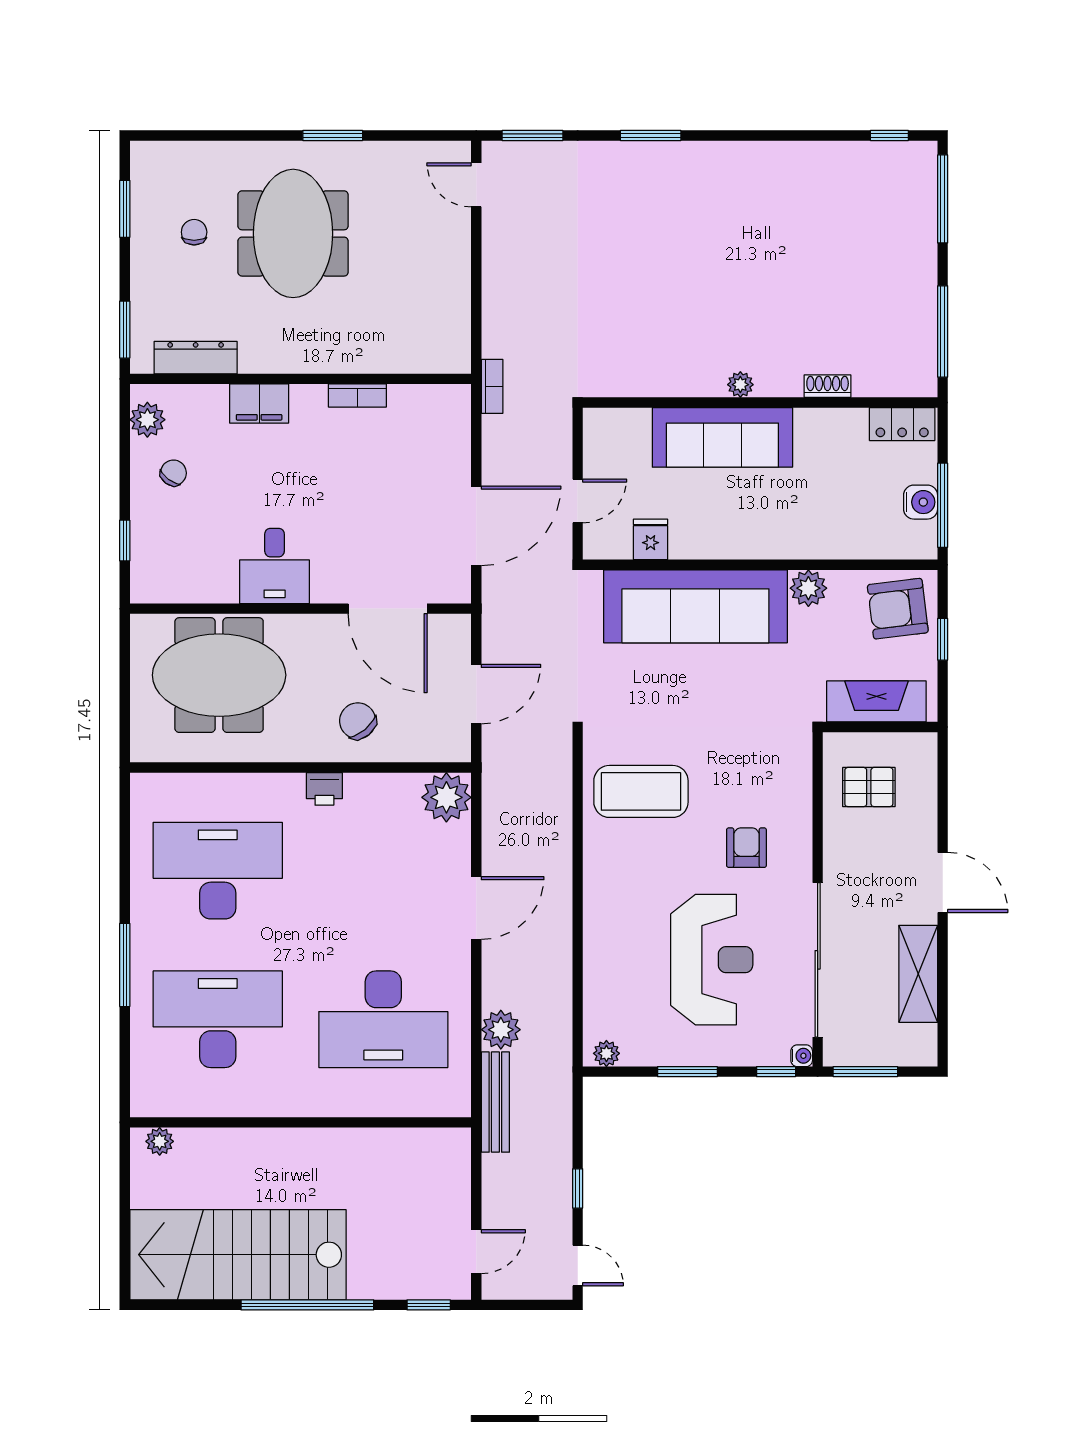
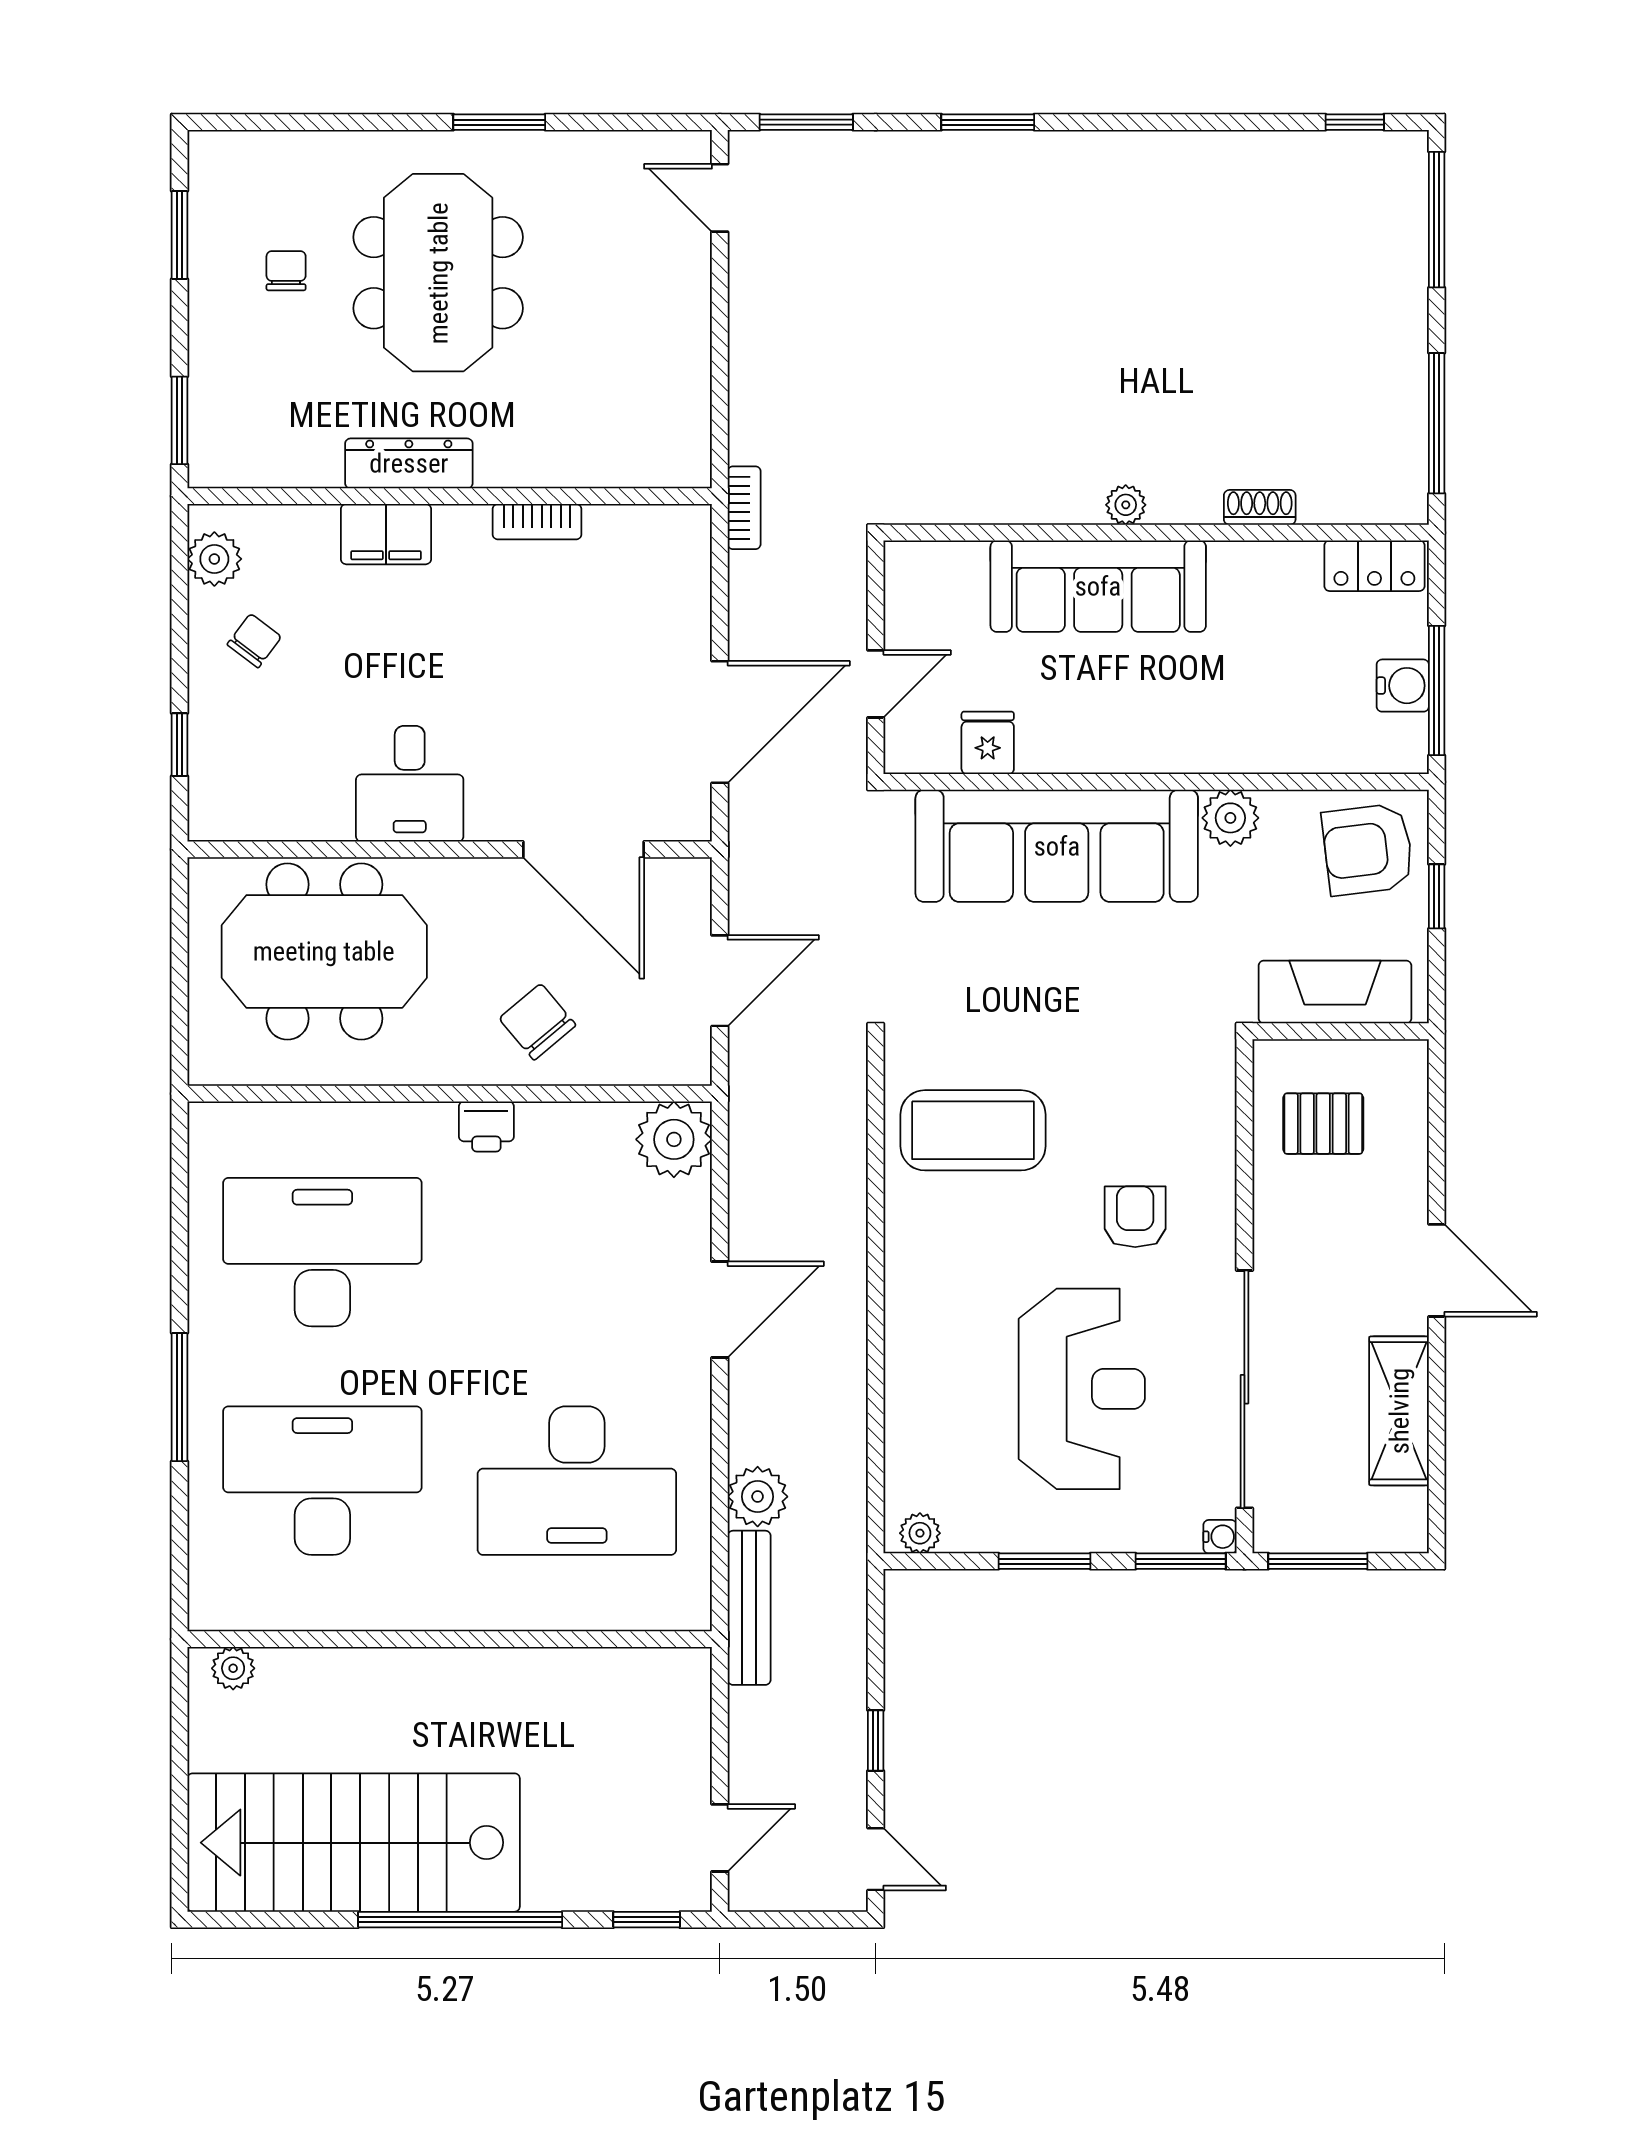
dresser: (196, 358) -> (409, 463), moved
window: (776, 1072) -> (1181, 1561), width x1.50

